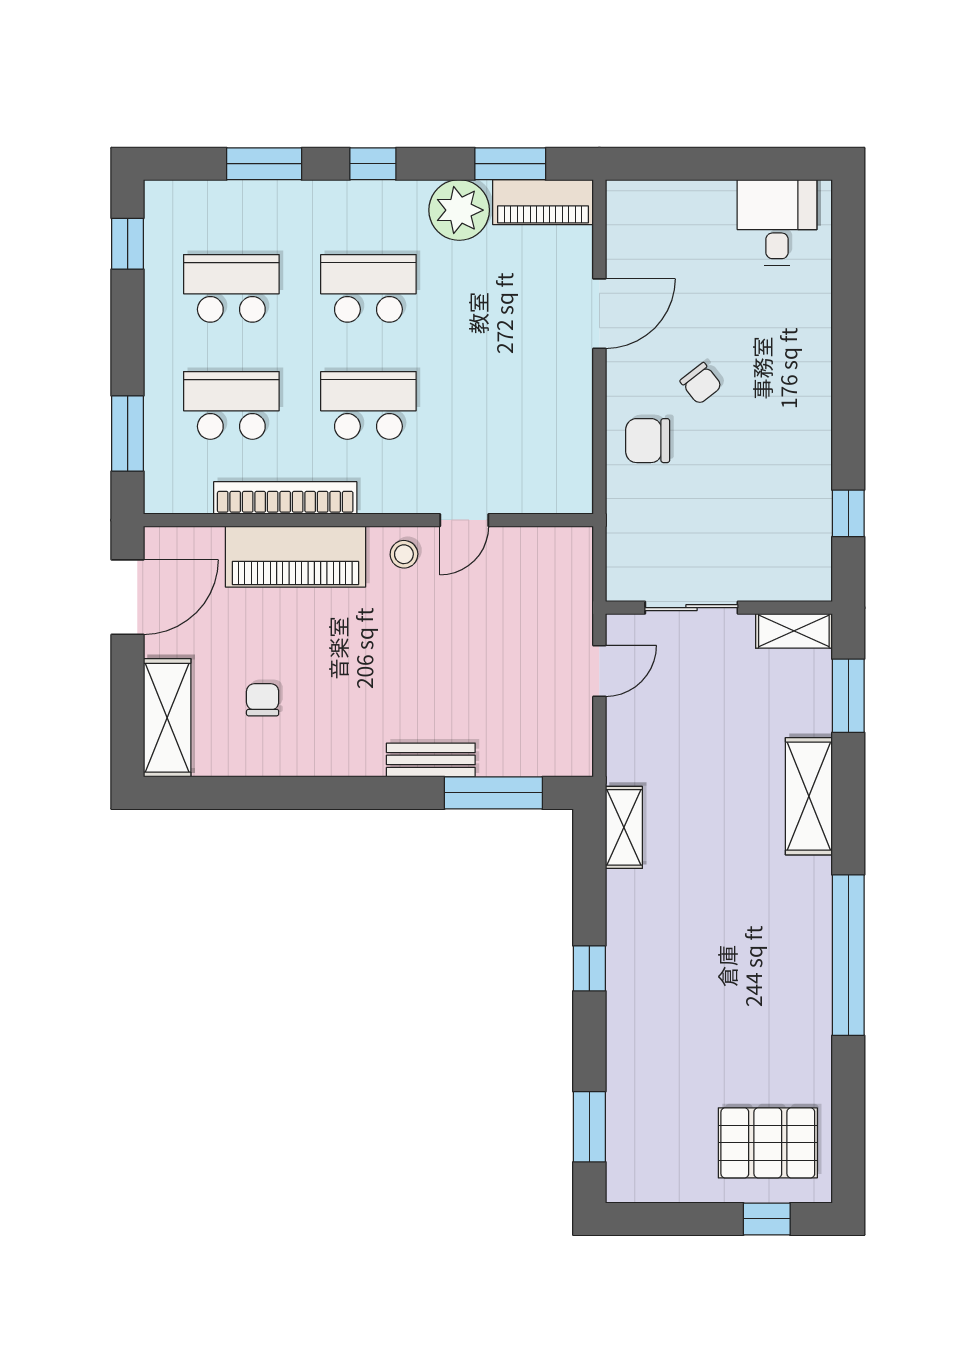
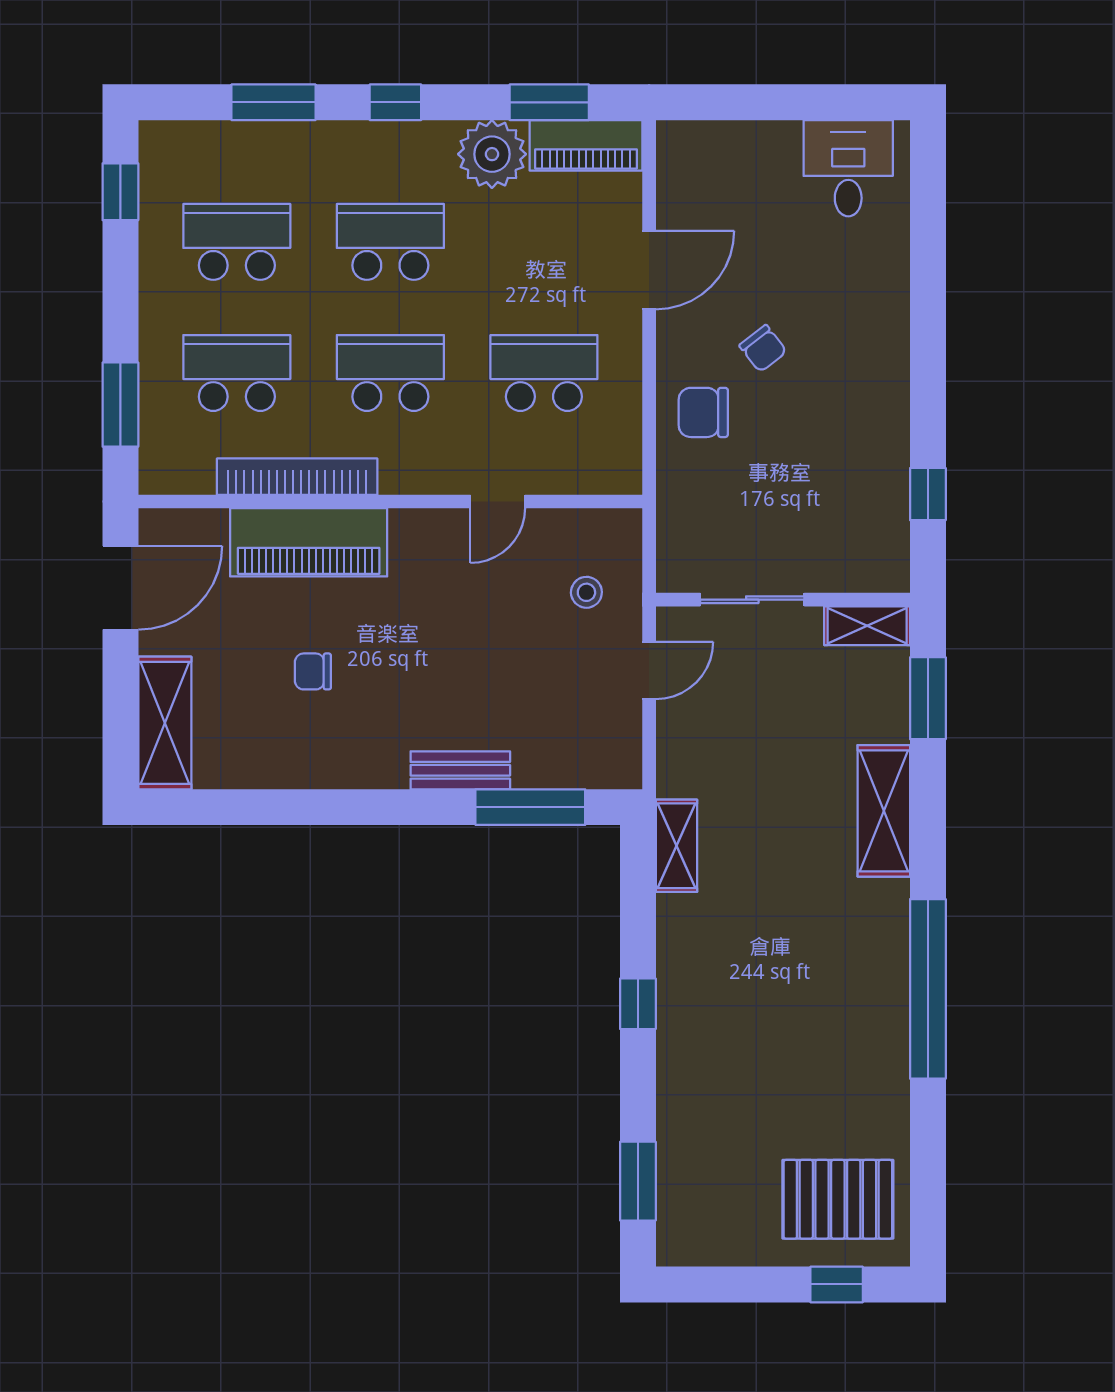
school desk: (505, 405) -> (544, 373), added
stool: (404, 554) -> (586, 592), moved
chair: (263, 700) -> (313, 671), moved, turned -90

